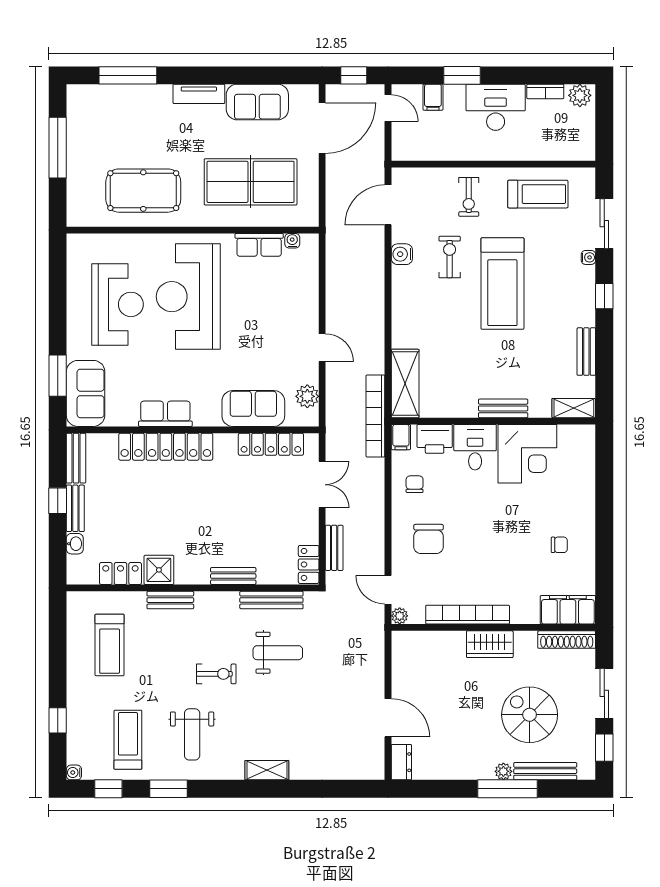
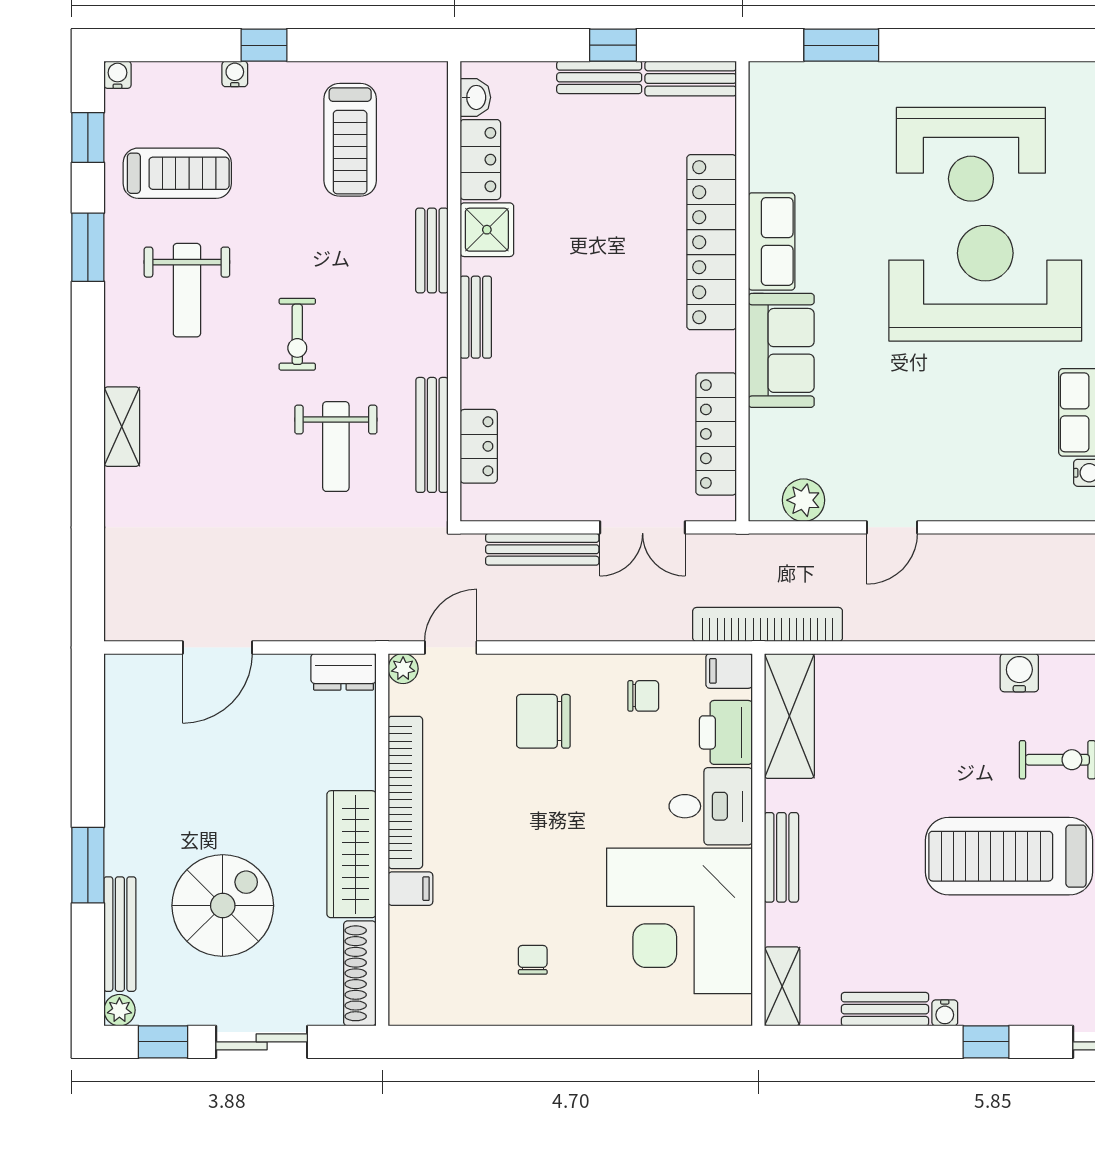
water cooler: (402, 254) -> (1019, 673), moved
water cooler: (588, 257) -> (945, 1013), moved
shelving: (405, 383) -> (789, 716), moved, turned 90
sofa: (86, 393) -> (809, 96), removed
sofa: (253, 408) -> (781, 350), moved
corner desk: (527, 454) -> (679, 921), width x1.36, depth x1.36
washbasin: (75, 544) -> (475, 97), moved, turned -90
chair: (559, 545) -> (533, 960), turned 180
bench: (334, 548) -> (542, 549), width x1.36
locker: (309, 564) -> (479, 446), moved, turned 90
bench: (233, 576) -> (476, 317), moved
filing cabinet: (568, 610) -> (410, 889), moved, width x0.33, depth x0.86
wardrobe: (490, 644) -> (351, 854), width x1.50
treadmill: (110, 645) -> (350, 140), turned -90
water cooler: (73, 708) -> (235, 74), added
window: (58, 720) -> (264, 45), moved
weight bench: (192, 734) -> (187, 290), turned -90
dresser: (401, 762) -> (343, 672), moved
plant: (503, 771) -> (119, 1010), moved
window: (507, 789) -> (88, 865), width x0.69

